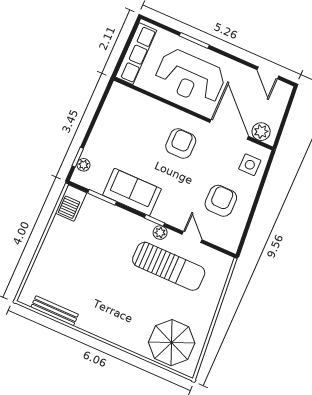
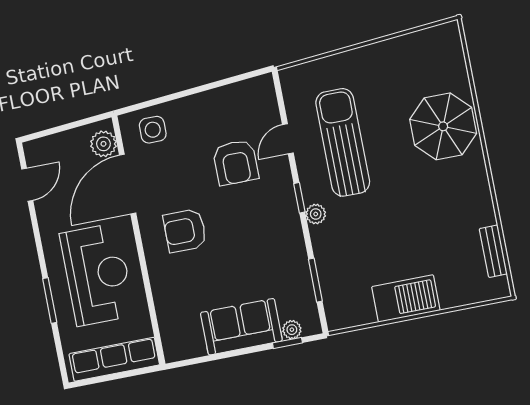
sofa: (132, 192) -> (241, 327), moved, turned 90
armchair: (221, 201) -> (236, 162), moved, turned -90
barbecue: (71, 203) -> (406, 298), moved, width x1.37, depth x1.21
plant: (160, 233) -> (316, 214), moved
bench: (55, 311) -> (493, 251), width x0.73
parasol: (172, 343) -> (443, 126), moved

